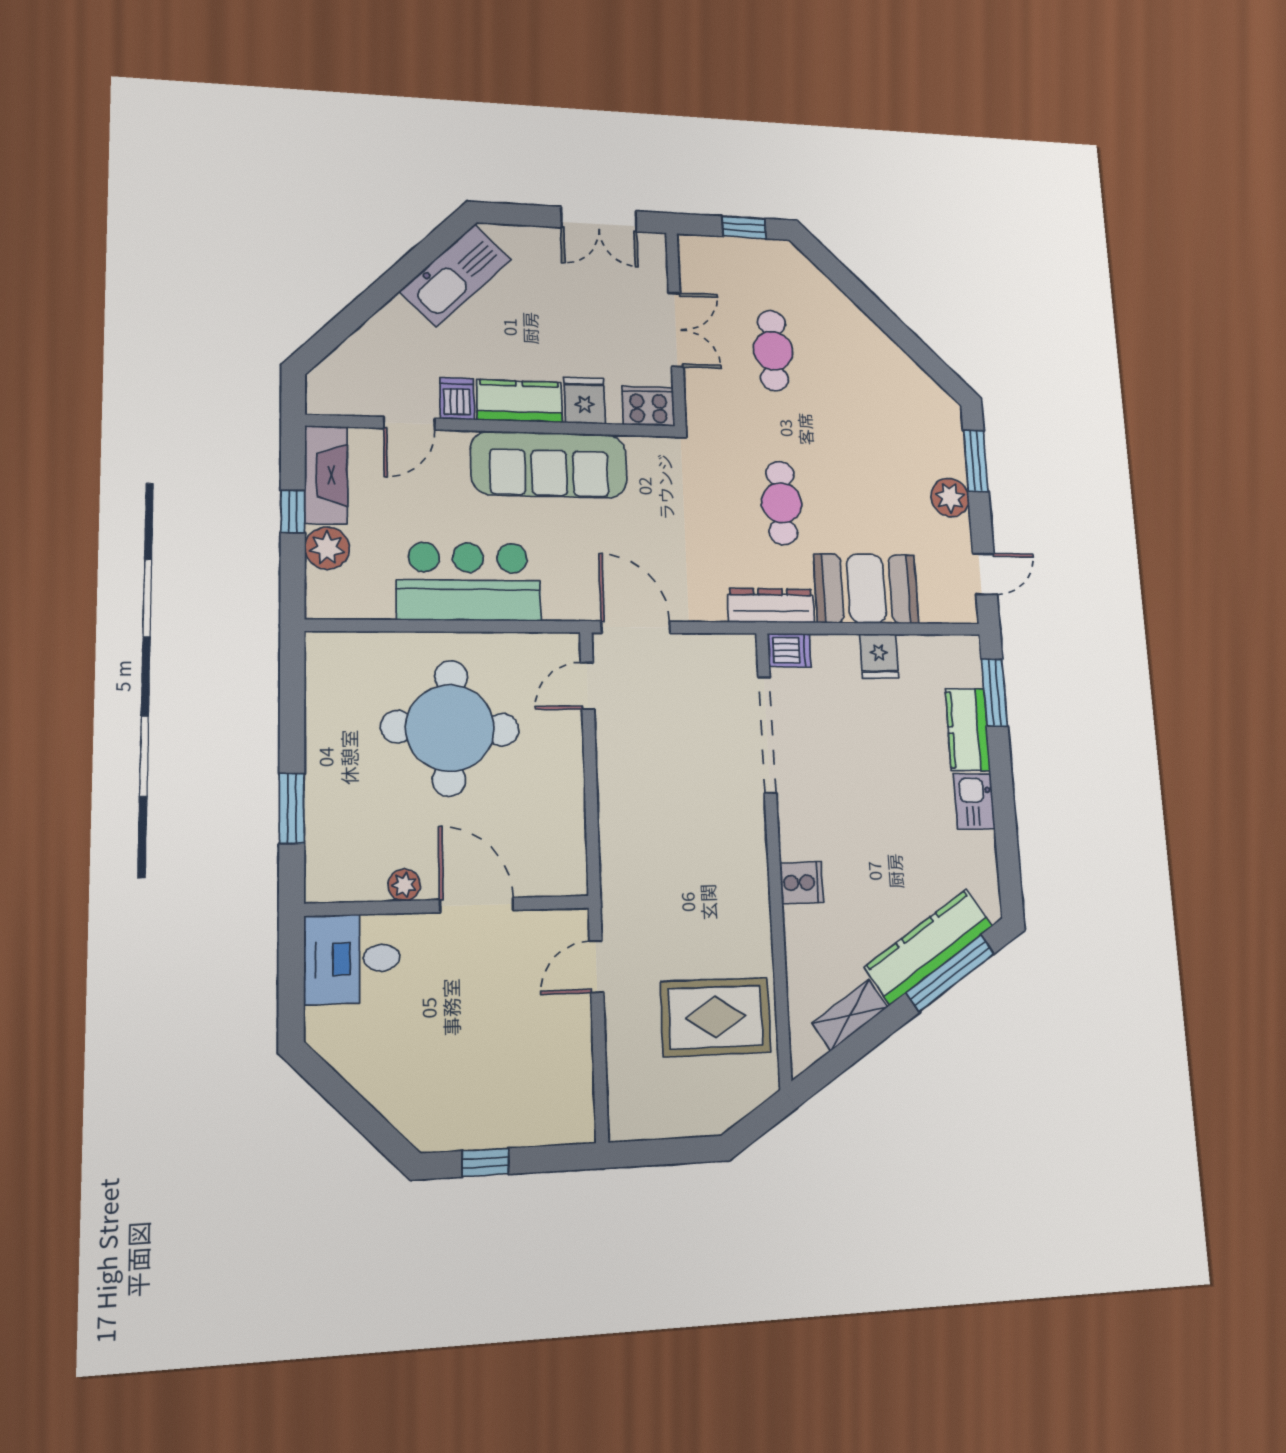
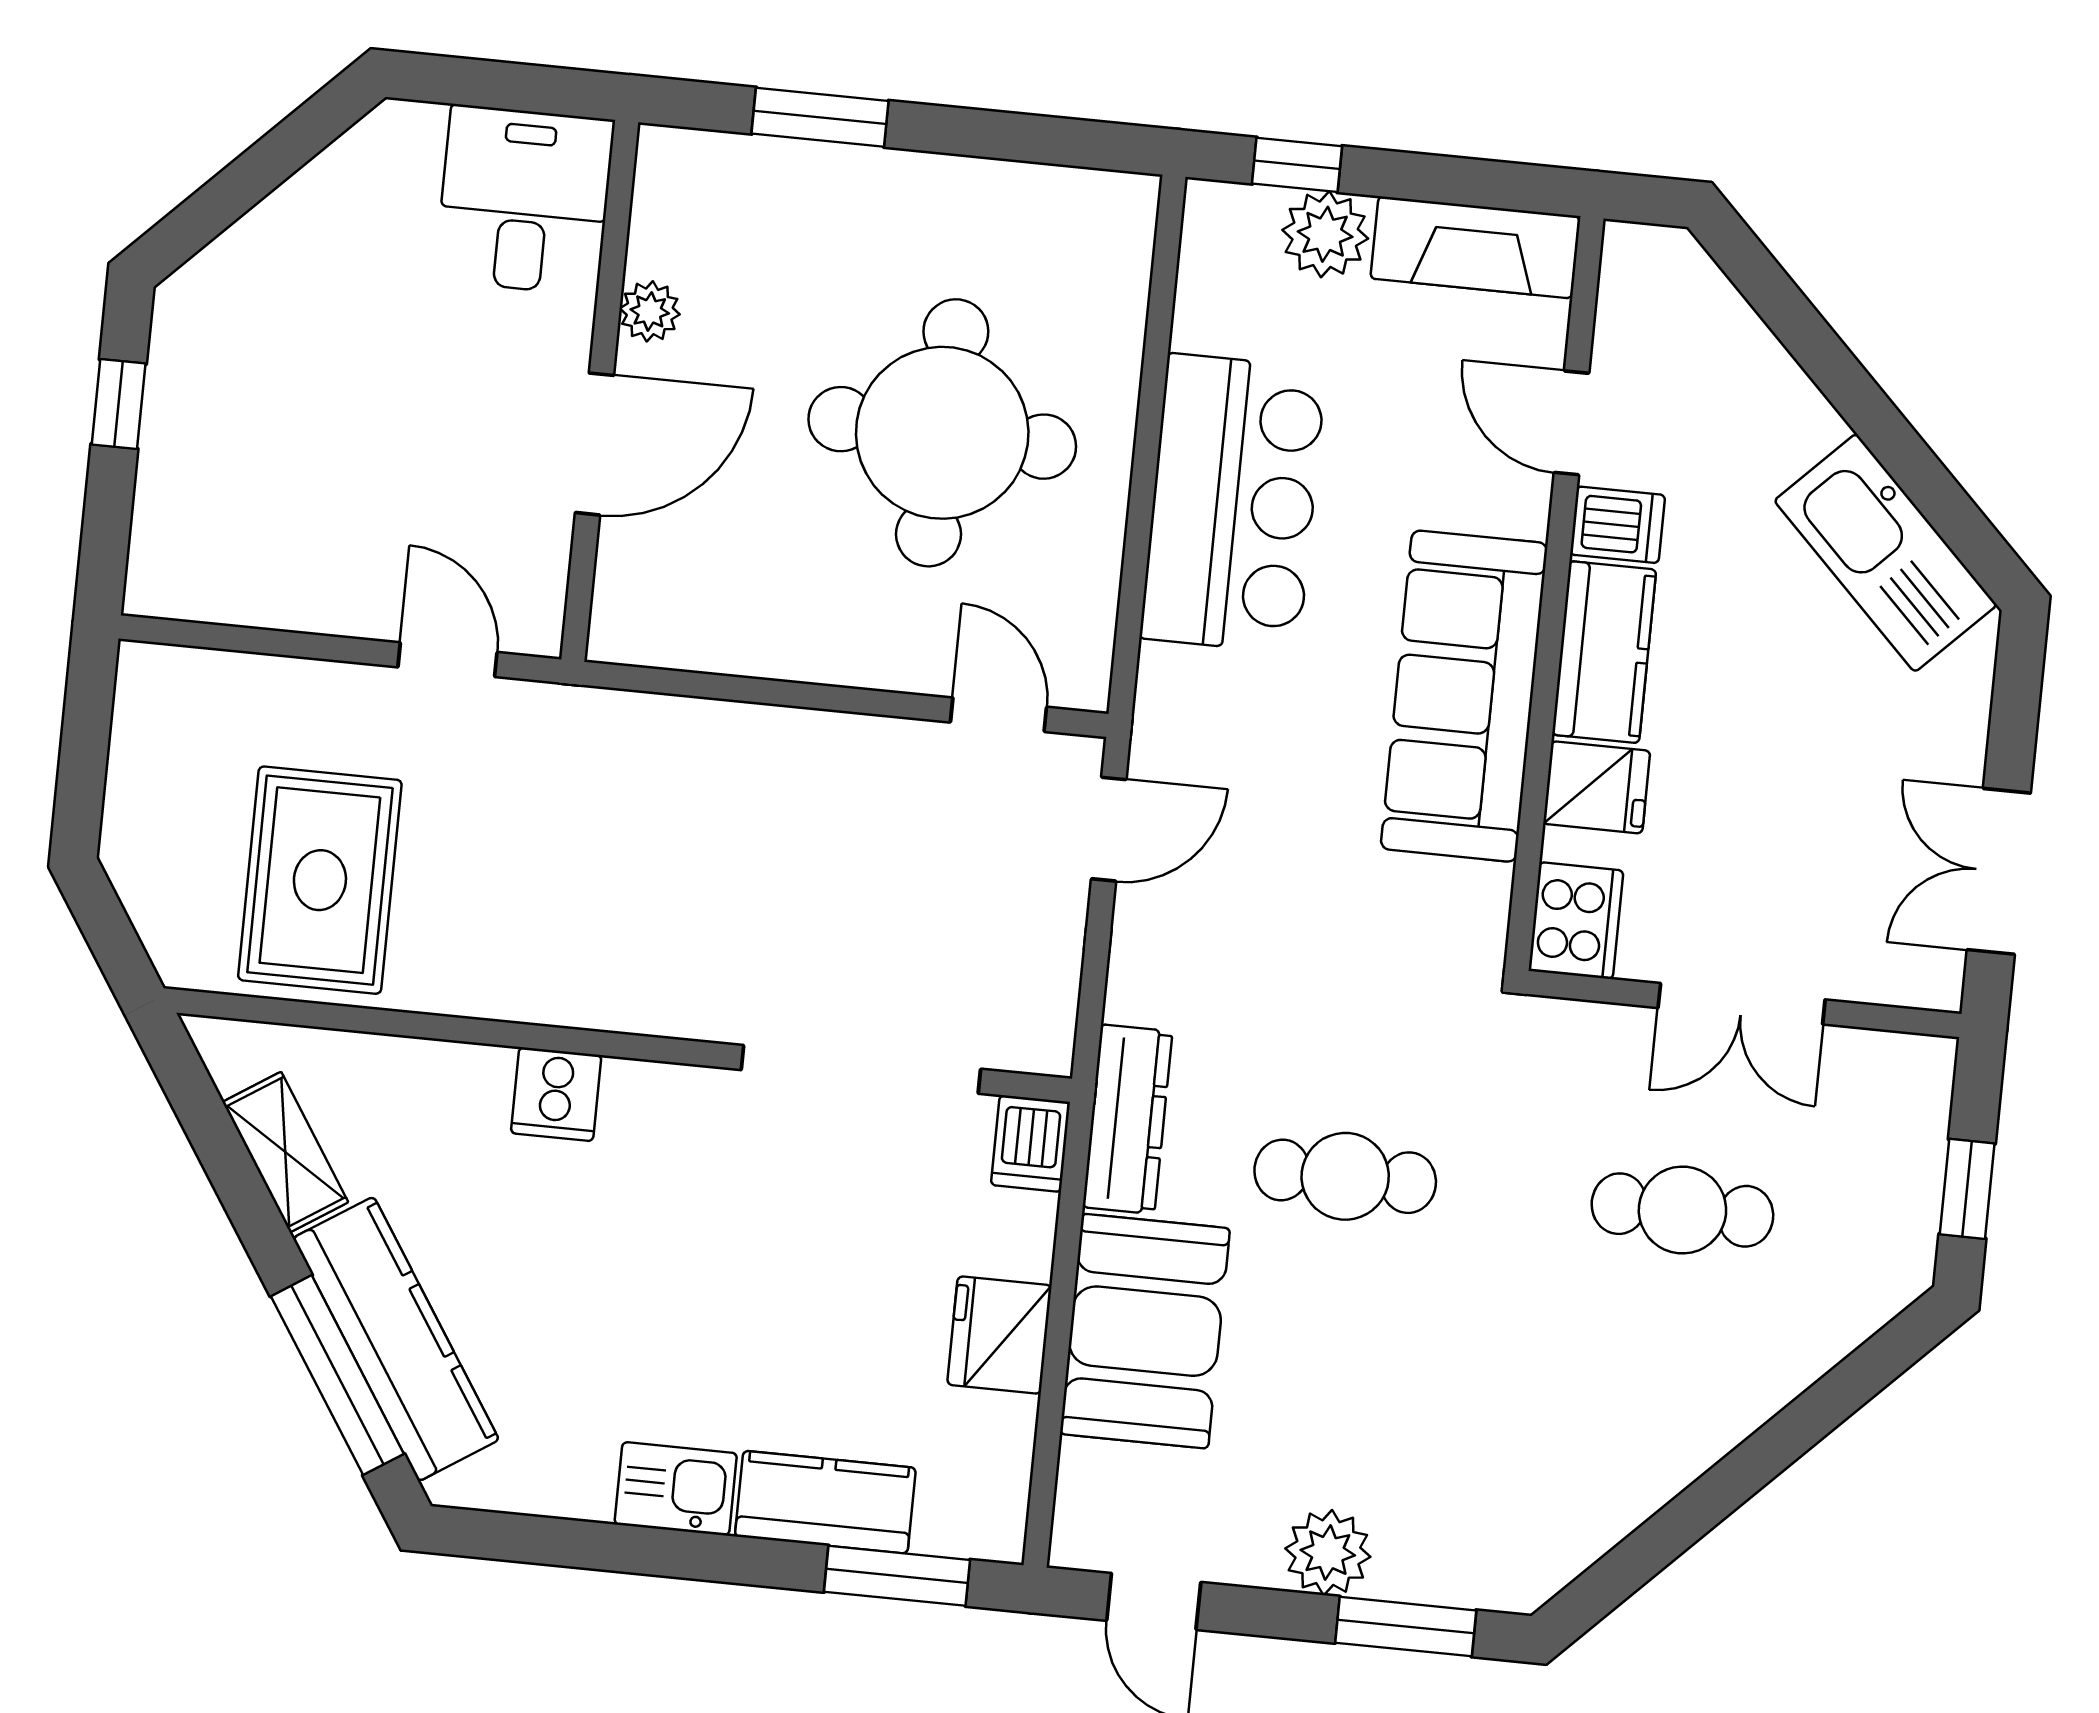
window: (293, 511) -> (1297, 165), moved
door: (636, 627) -> (1109, 829), width x0.73
fridge: (879, 656) -> (999, 1335), width x1.38

